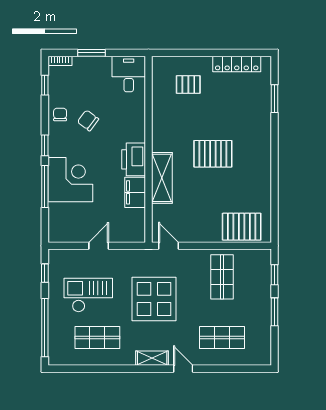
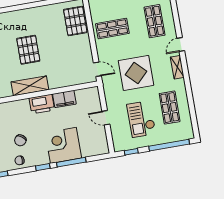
shelving: (162, 178) -> (30, 86), moved
door: (169, 246) -> (97, 69), swing flipped

